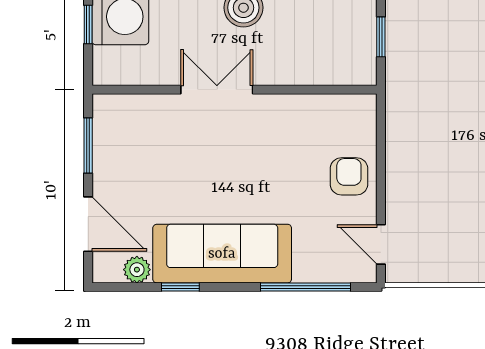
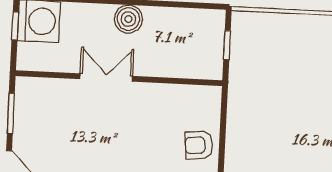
armchair: (349, 176) -> (199, 145), turned -95

